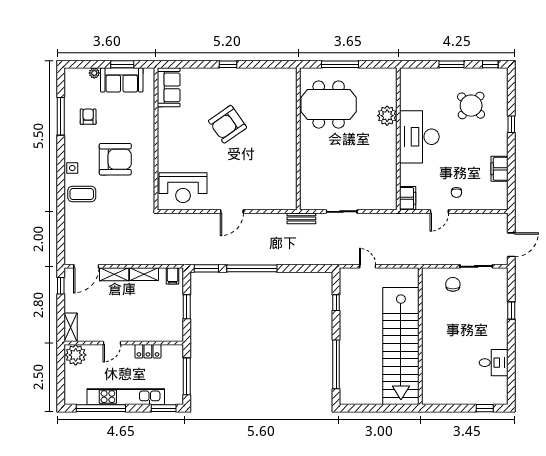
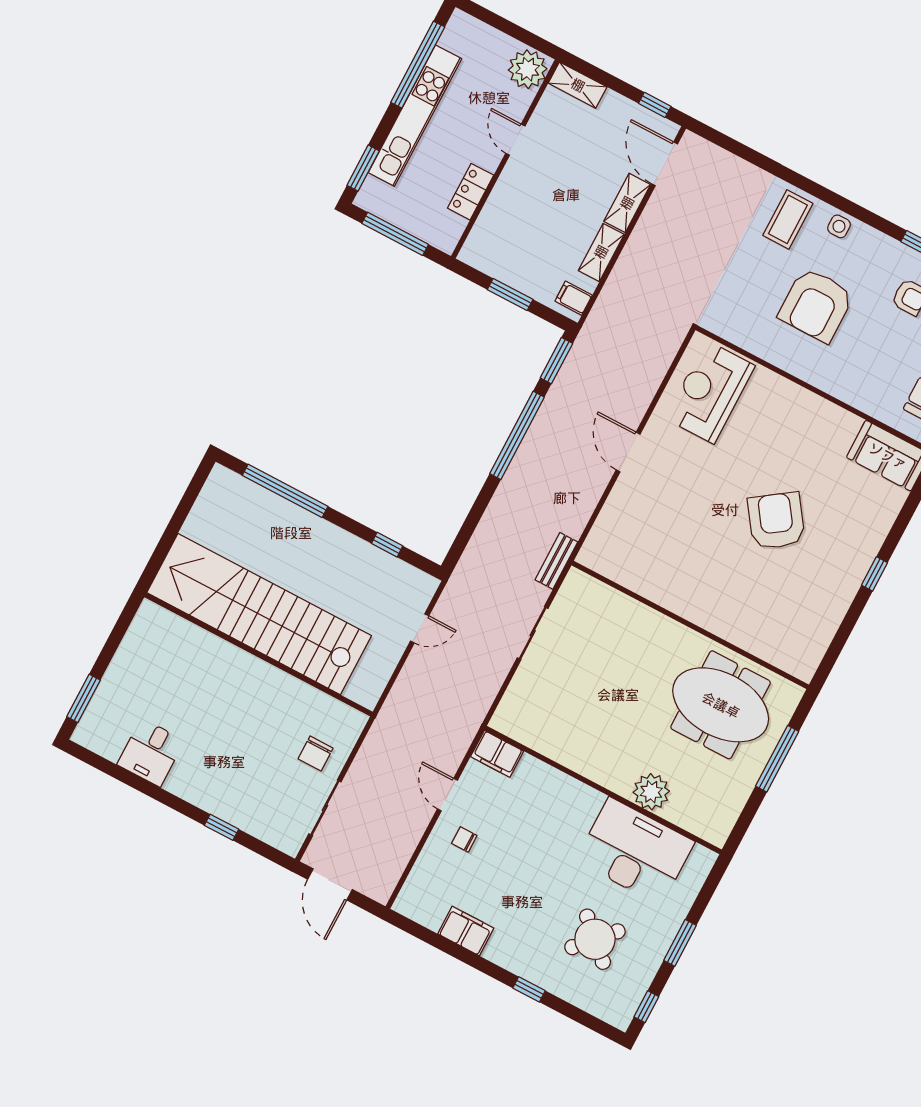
meeting table: (329, 105) -> (721, 705), turned 90
desk: (419, 137) -> (635, 851), moved
chair: (453, 284) -> (316, 754), turned 90
window: (485, 408) -> (84, 698), width x1.50

